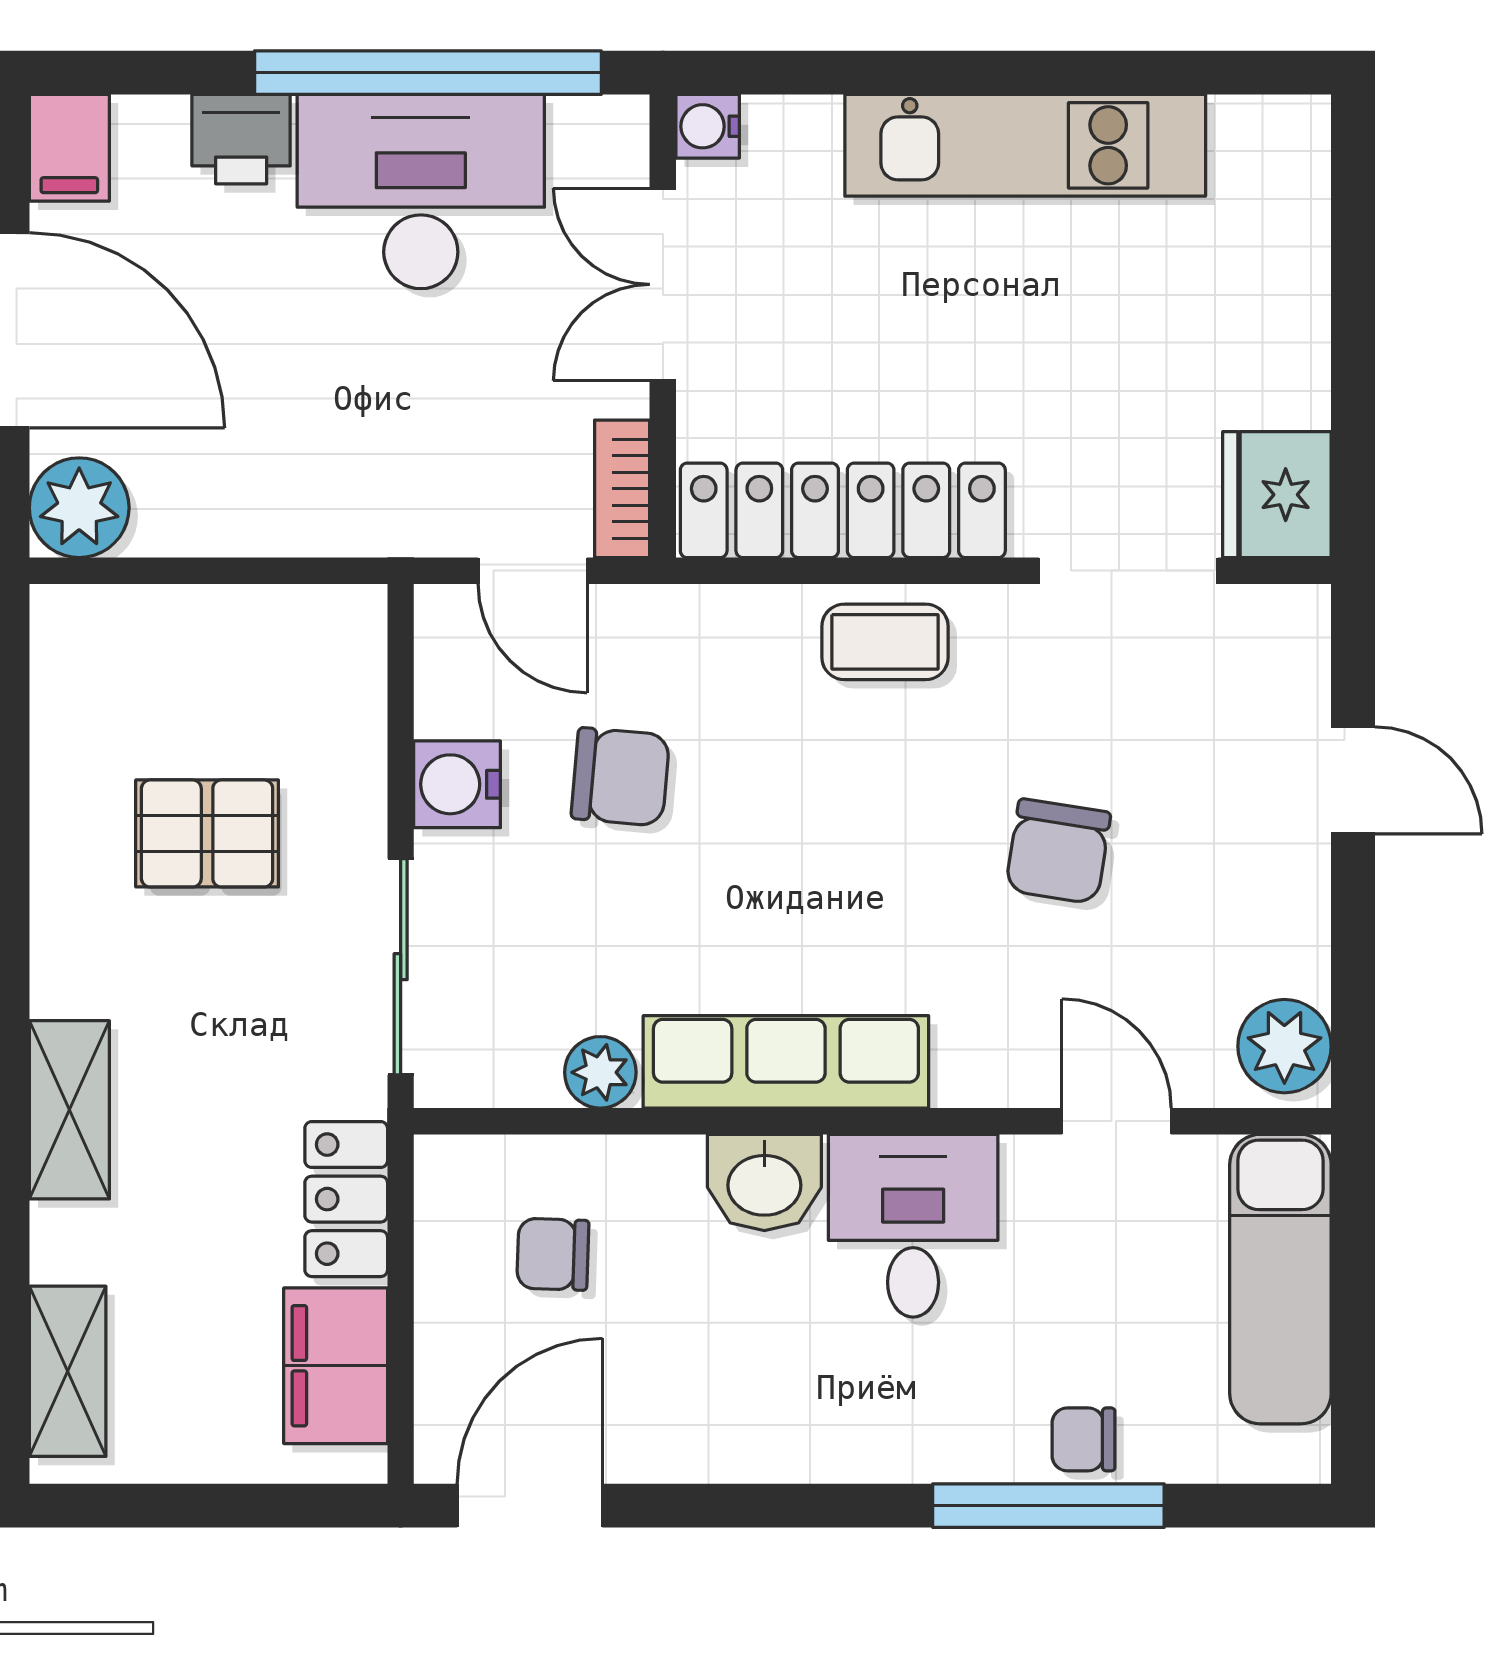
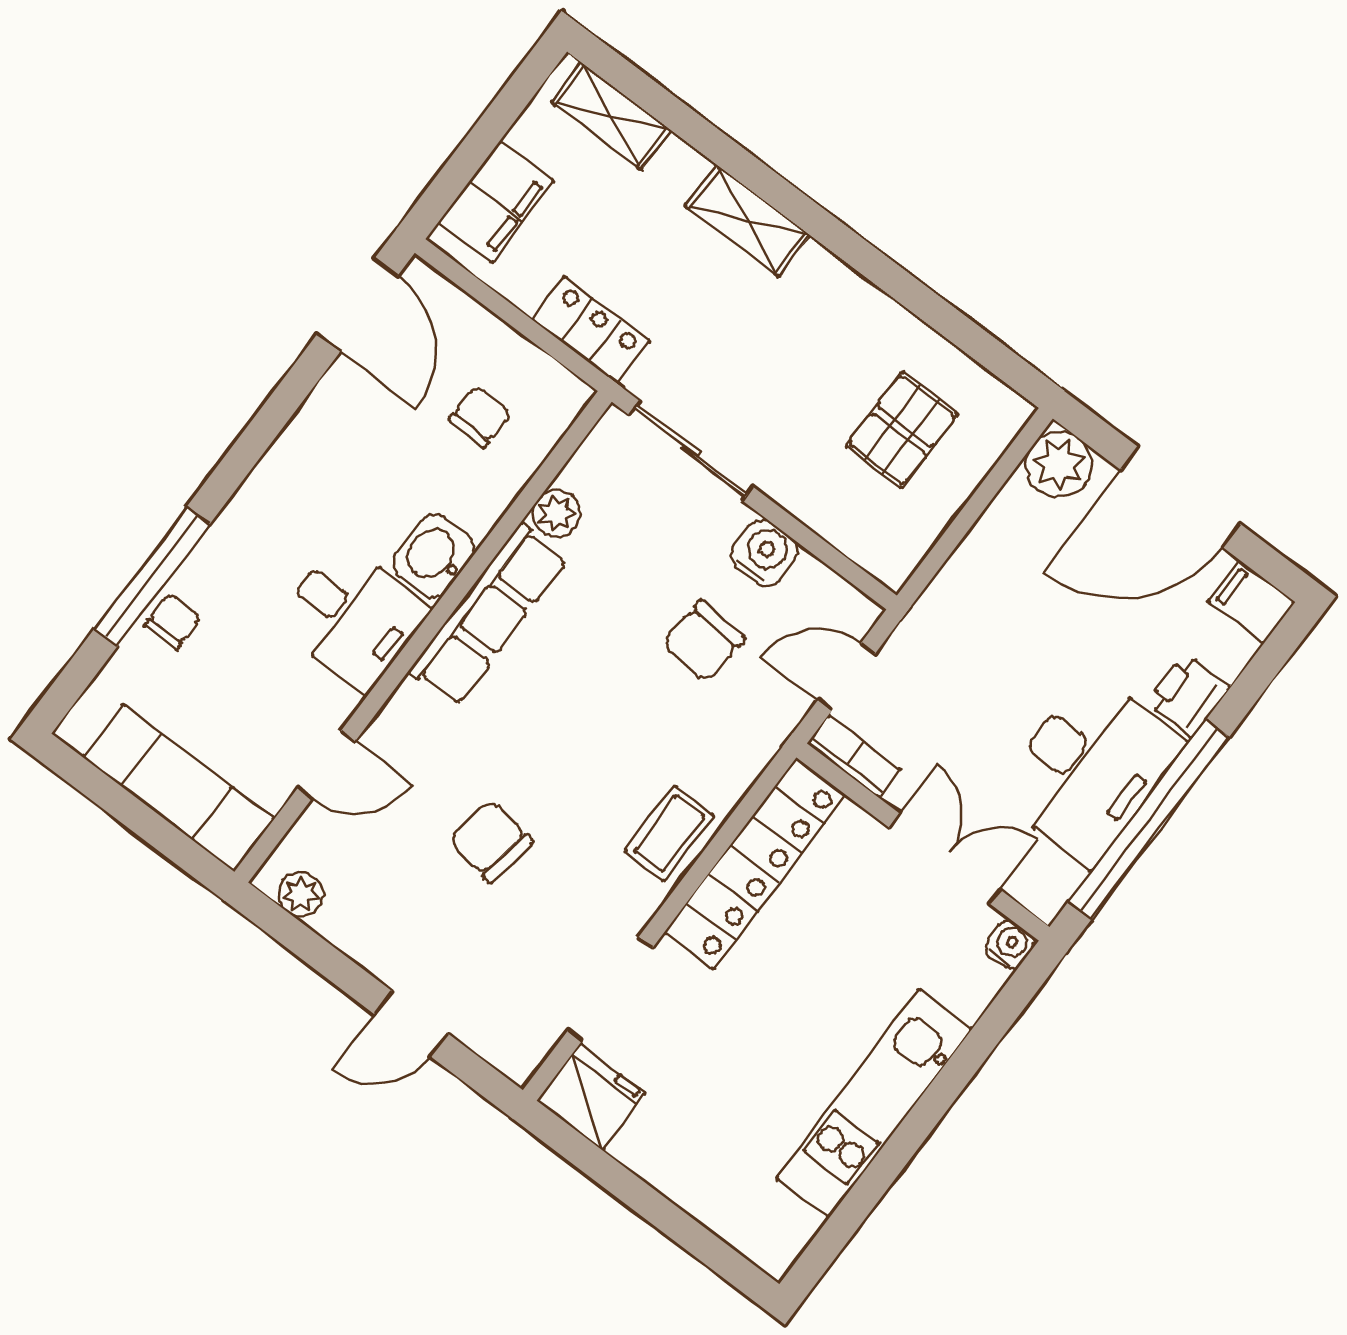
pallet: (207, 833) -> (902, 430), moved
plant: (1284, 1046) -> (301, 894), width x0.73, depth x0.73
filing cabinet: (336, 1366) -> (496, 202), moved, turned 90

